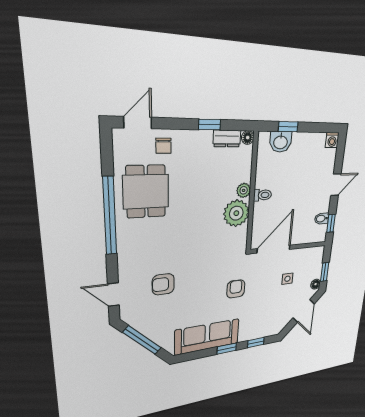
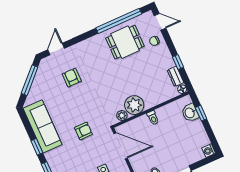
plant: (244, 190) -> (122, 115), moved
window: (110, 216) -> (119, 21), moved

